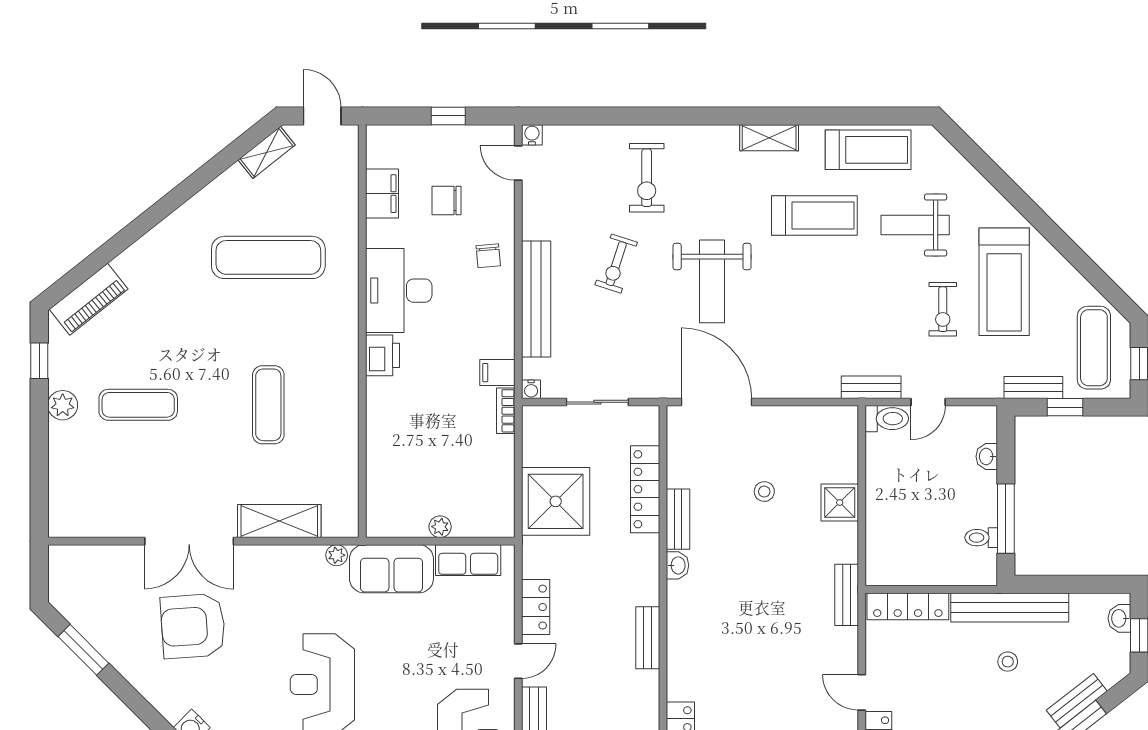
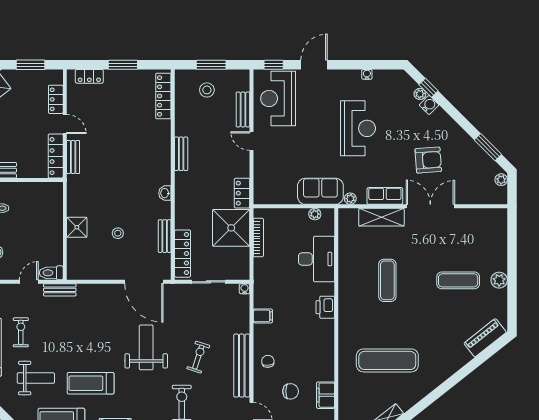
desk: (399, 291) -> (317, 259), moved
bench: (536, 299) -> (242, 366), moved
window: (39, 361) -> (512, 304), removed
filing cabinet: (497, 373) -> (263, 316), moved
bookcase: (506, 411) -> (258, 238), moved, width x1.56
locker: (645, 489) -> (183, 254), moved
bench: (678, 519) -> (165, 236), moved
plant: (440, 527) -> (315, 214), moved
row of seats: (468, 560) -> (385, 196), moved
plant: (59, 590) -> (501, 180), added
bench: (847, 595) -> (73, 157), moved
locker: (908, 606) -> (56, 156), moved, turned -90
locker: (536, 607) -> (242, 193), moved
armchair: (193, 626) -> (428, 160), width x0.73, depth x0.73
door: (518, 661) -> (252, 141), hinge flipped

